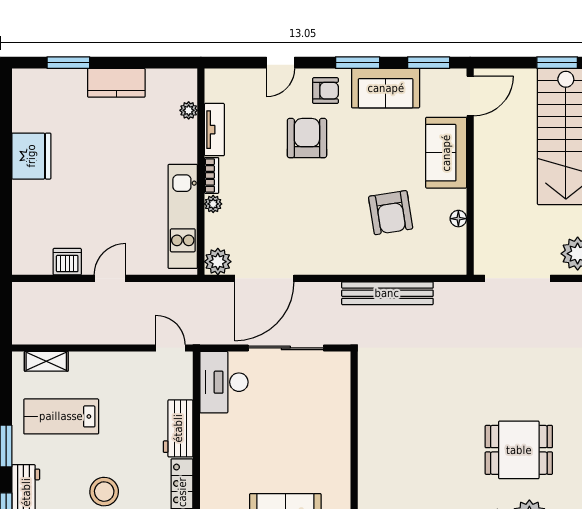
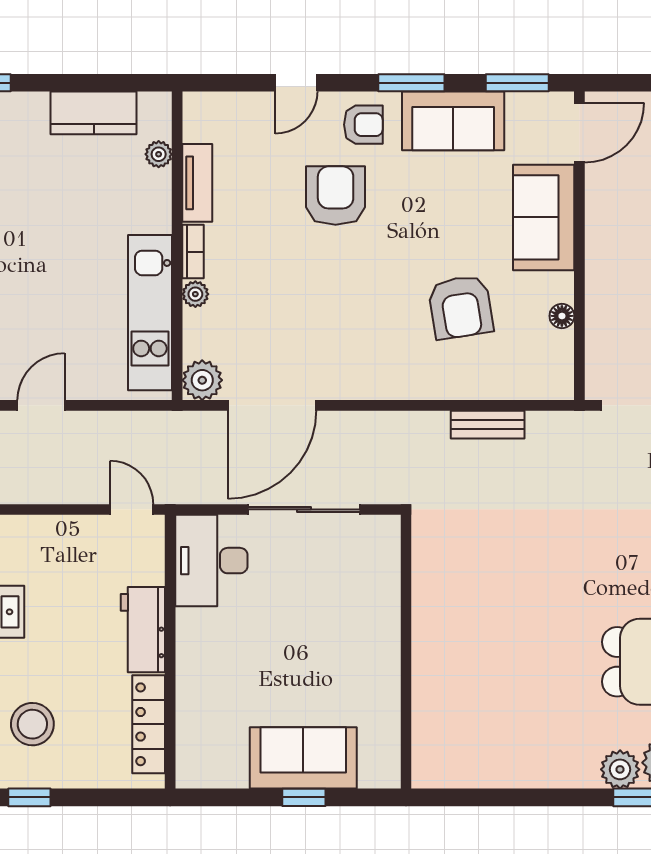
kitchen counter: (116, 83) -> (94, 113), moved
bench: (387, 293) -> (488, 425), width x0.54, depth x0.82

